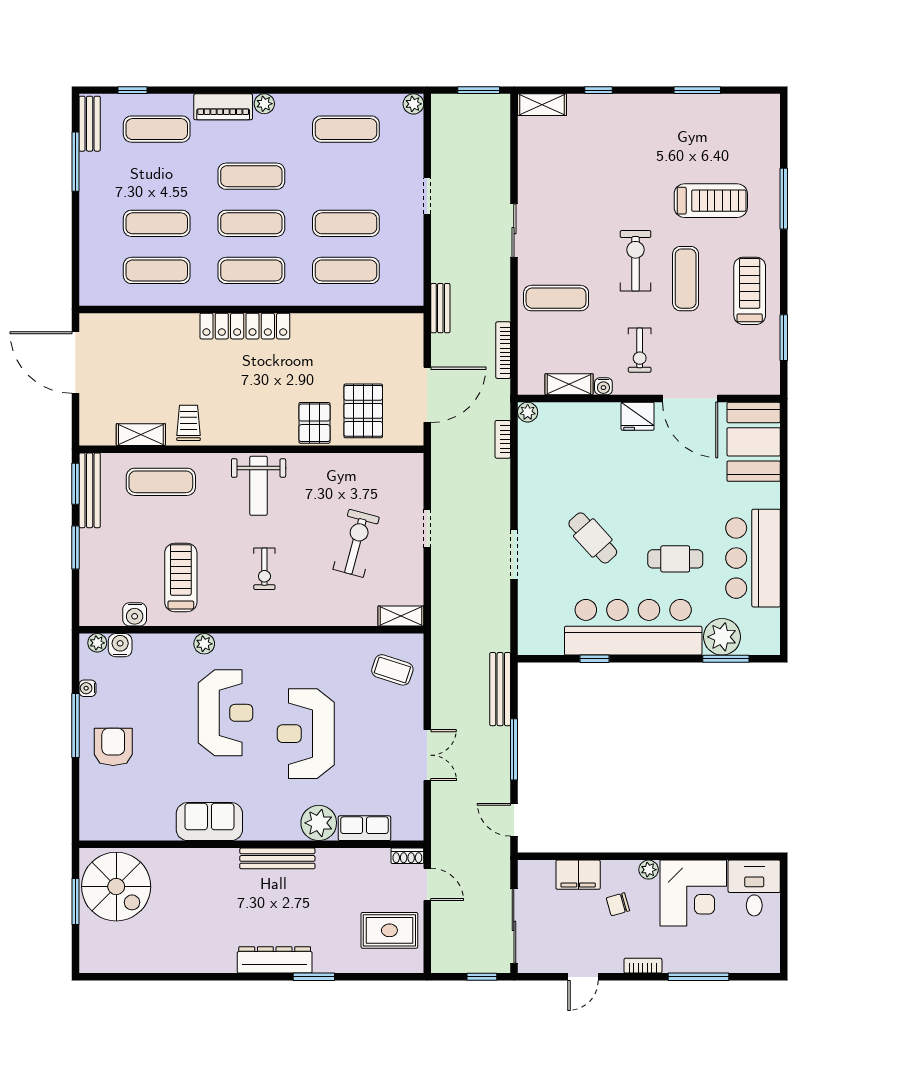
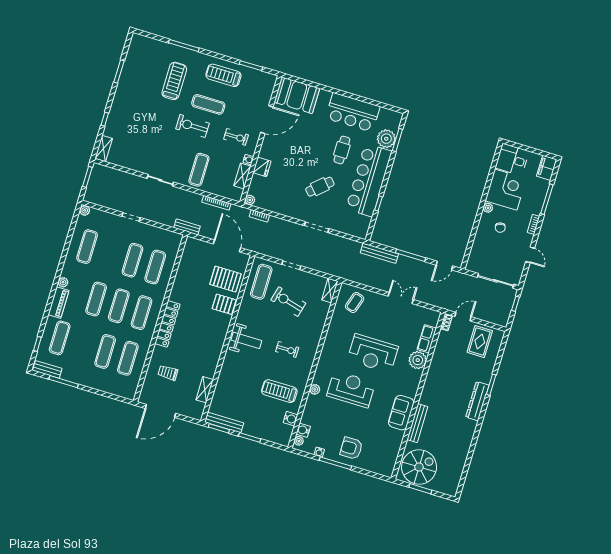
fridge: (638, 416) -> (262, 167), moved
trolley: (189, 423) -> (168, 373), moved
exercise mat: (161, 482) -> (261, 282), moved
bench: (277, 858) -> (417, 423), moved
filing cabinet: (578, 875) -> (547, 168), moved, turned 180

